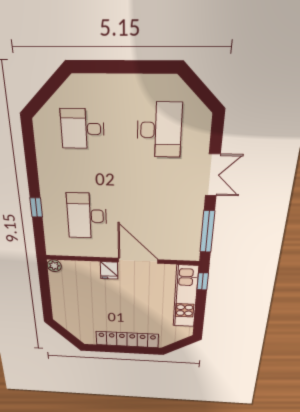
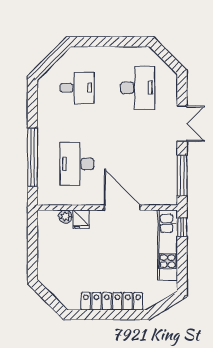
desk: (82, 129) -> (77, 88), turned 180
window: (36, 207) -> (32, 157), width x3.17
plant: (54, 266) -> (65, 216), moved
fridge: (109, 270) -> (81, 219), moved

